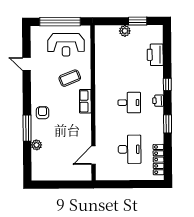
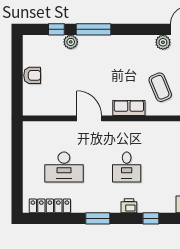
plant: (36, 76) -> (163, 42), added
armchair: (43, 113) -> (32, 75), moved
door: (93, 155) -> (89, 118), moved
window: (27, 156) -> (56, 29), added

